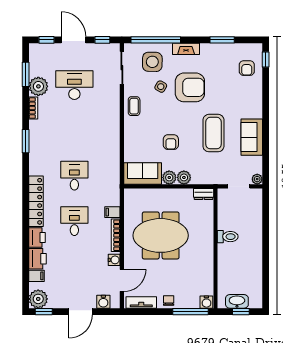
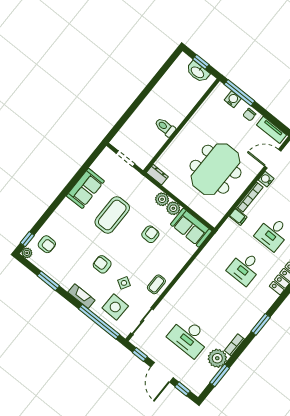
armchair: (247, 68) -> (47, 244), turned 90
armchair: (190, 87) -> (102, 264), width x0.53, depth x0.53
plant: (257, 179) -> (27, 253), moved
meeting table: (161, 235) -> (215, 169), turned 90
water cooler: (206, 302) -> (233, 99), moved

